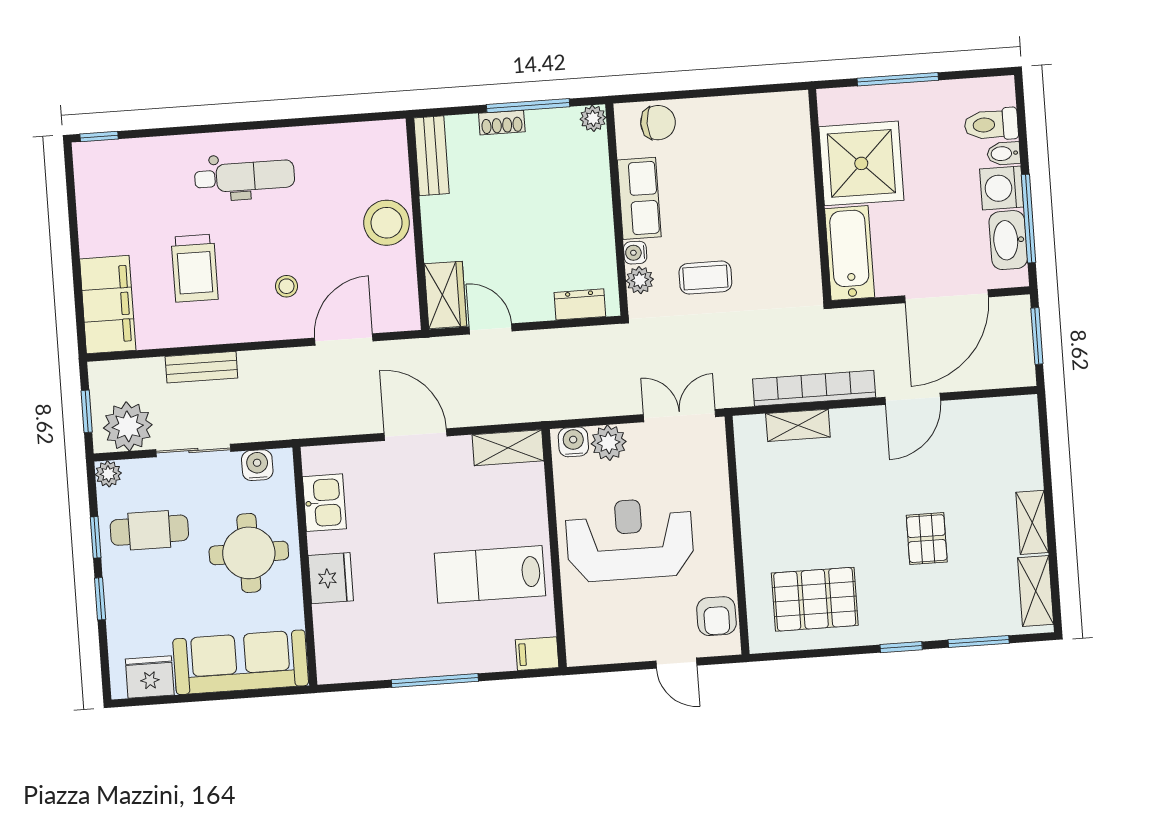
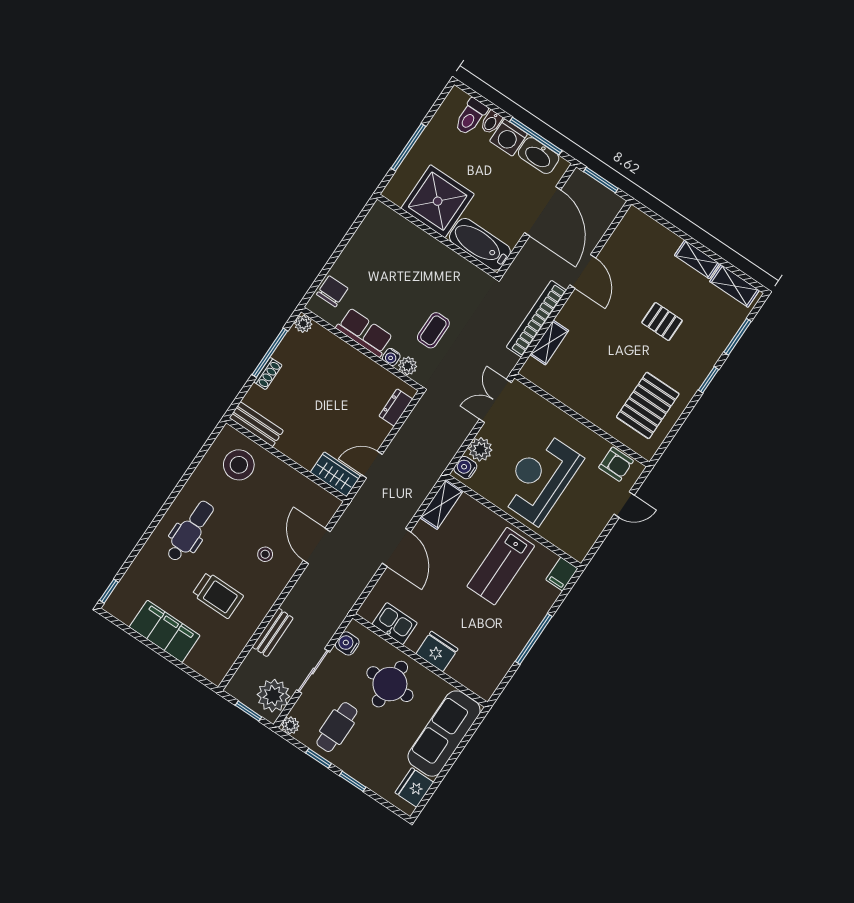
stool: (387, 223) -> (239, 465), moved
filing cabinet: (108, 305) -> (165, 631), moved
door: (416, 435) -> (396, 548), swing flipped

